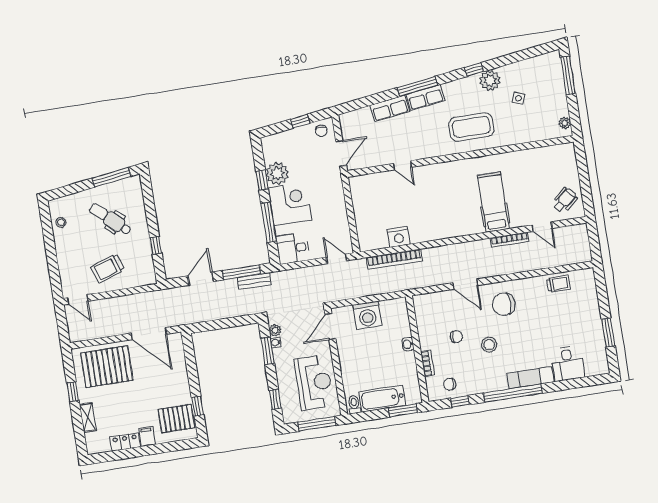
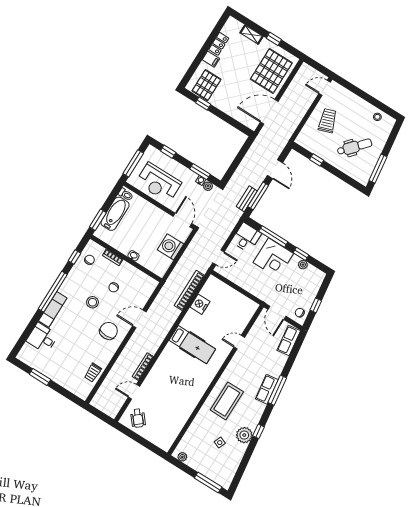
row of seats: (390, 108) -> (289, 341), moved
plant: (277, 173) -> (303, 265), width x0.53, depth x0.53
hospital bed: (493, 202) -> (192, 345), moved

